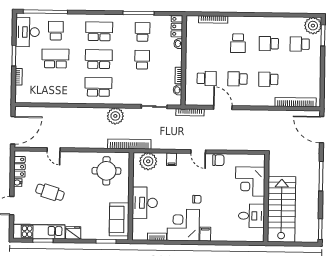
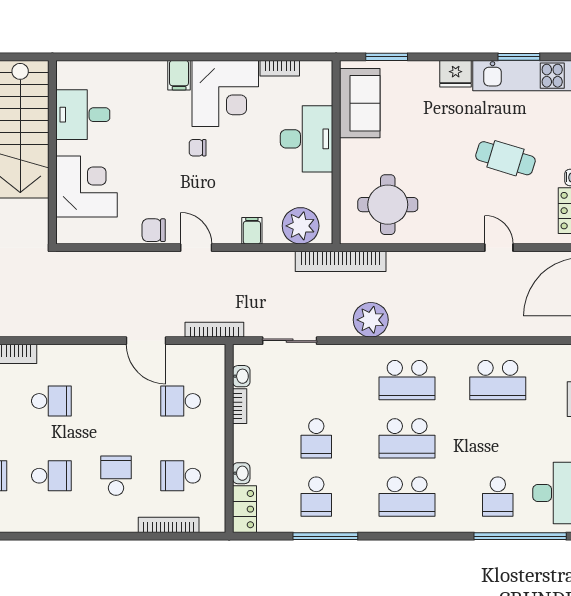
school desk: (55, 58) -> (498, 380), moved
school desk: (238, 79) -> (181, 476), moved, turned 180

